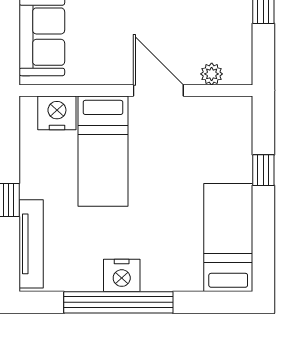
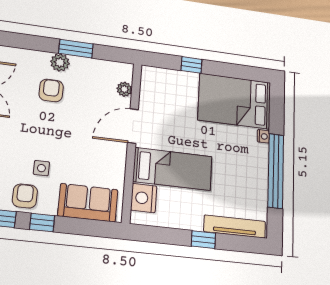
bed: (228, 238) -> (235, 101), width x1.50
nightstand: (122, 275) -> (263, 136), moved, width x0.53, depth x0.56

